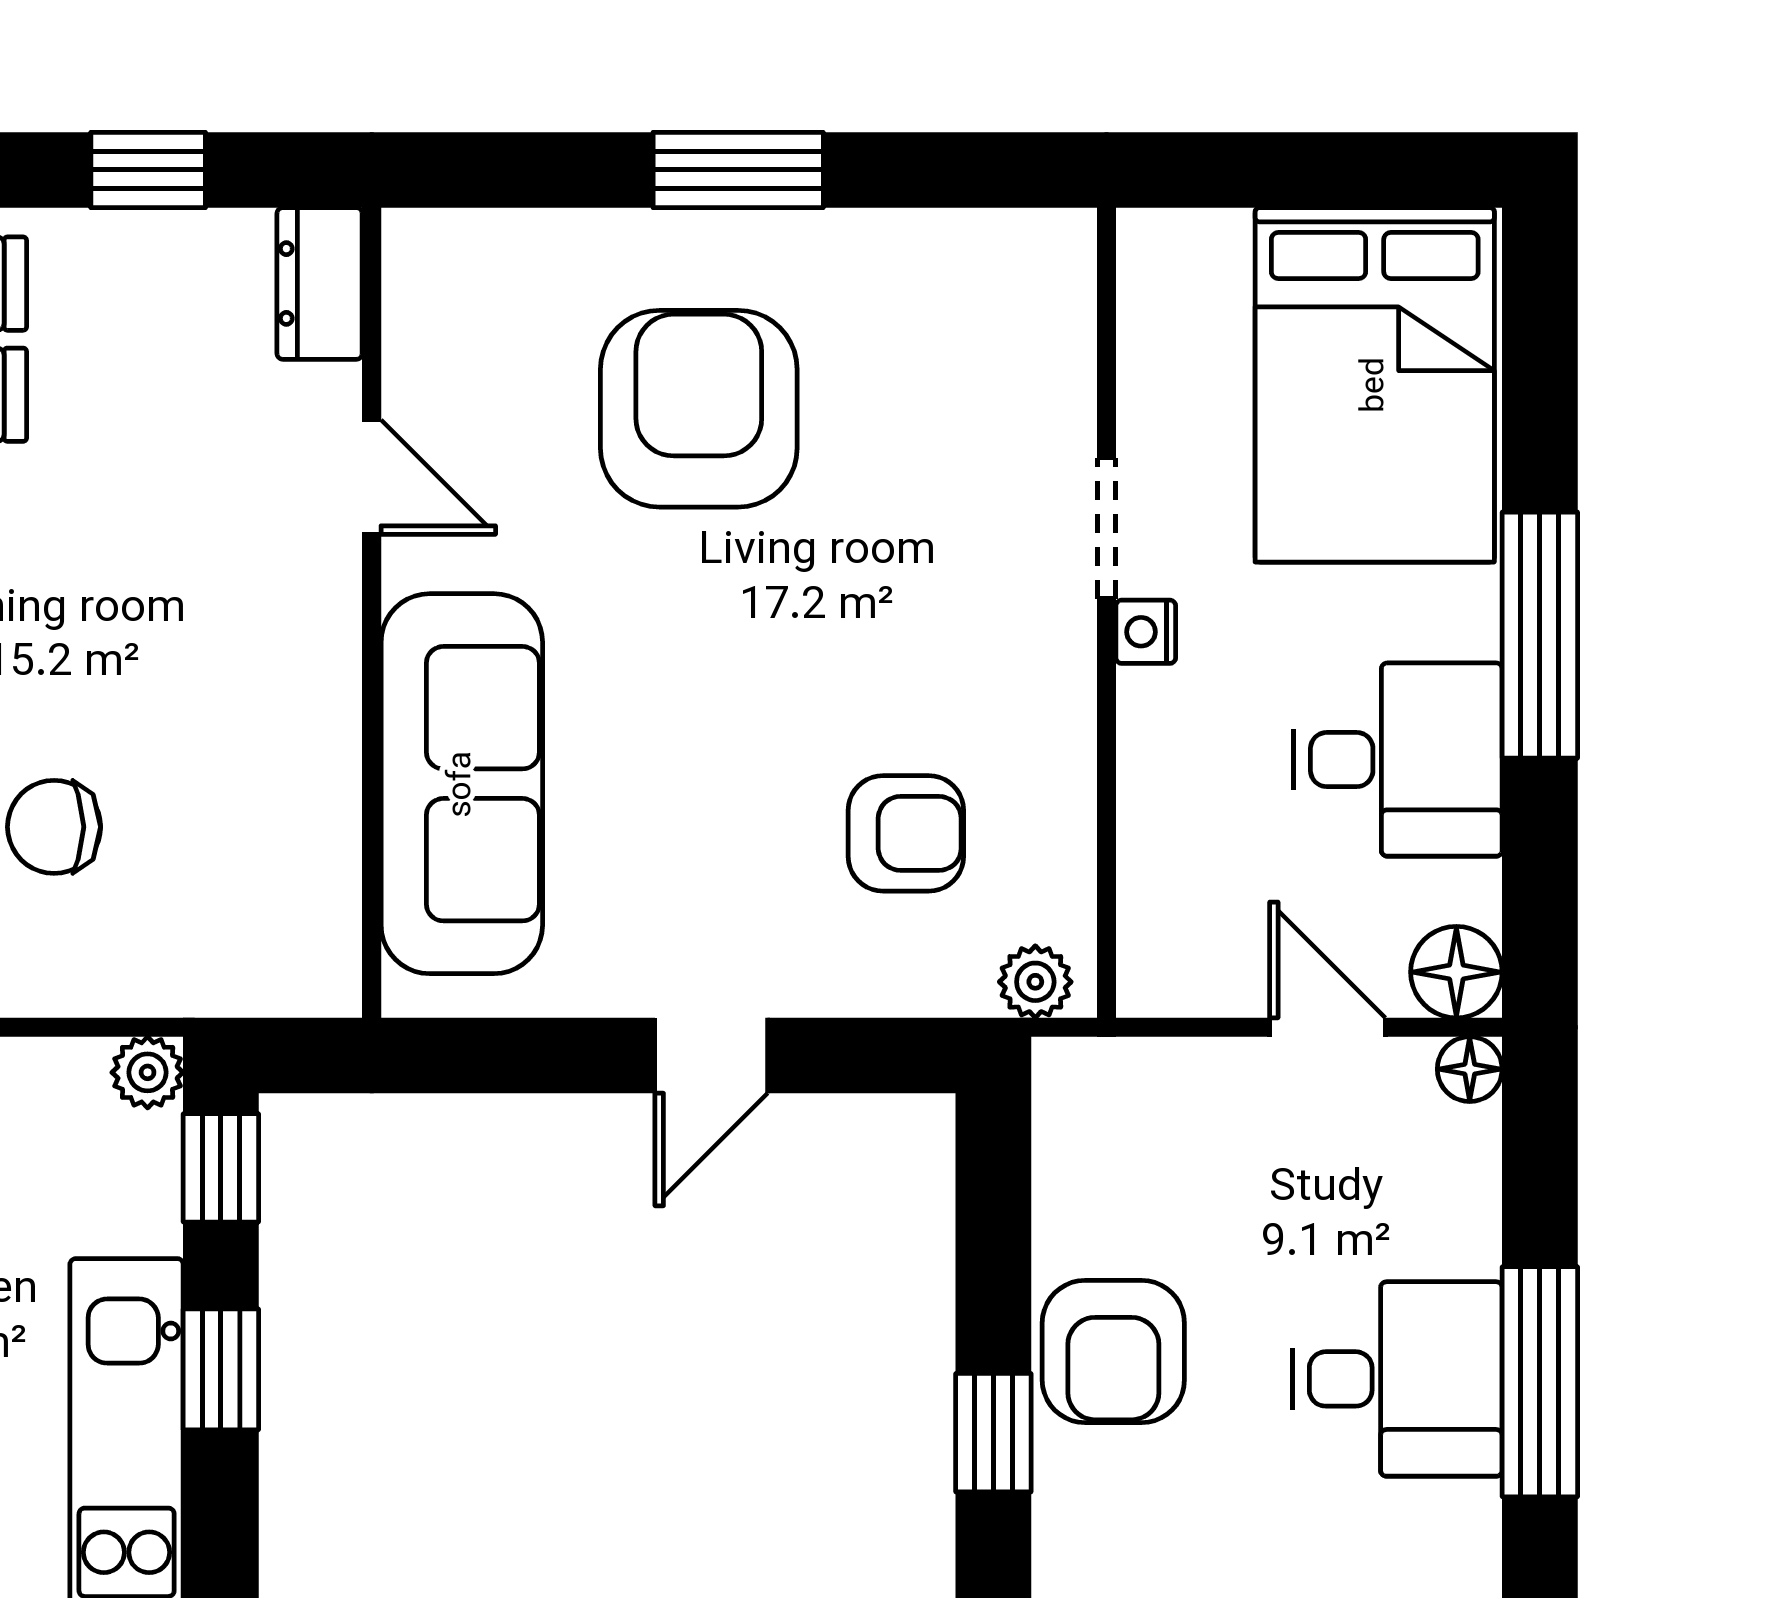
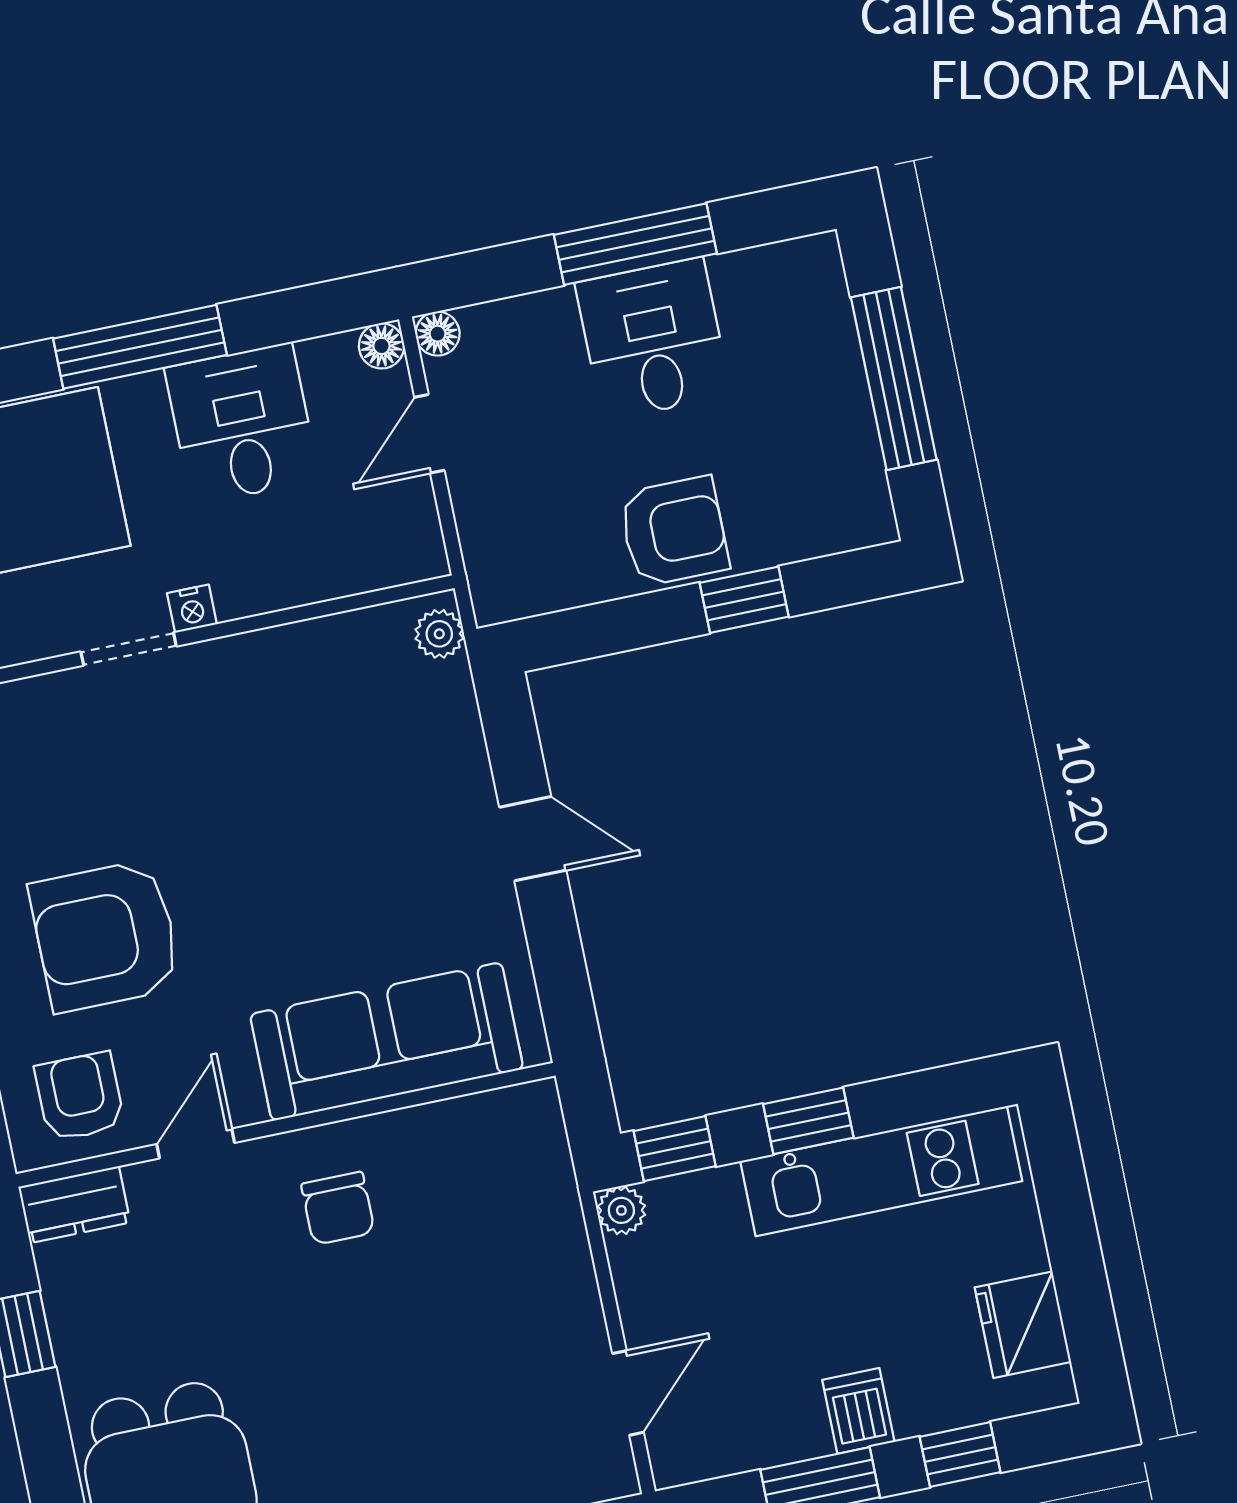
chair: (54, 827) -> (338, 1208), moved
armchair: (906, 833) -> (80, 1097), moved
floor lamp: (1456, 972) -> (382, 346), width x0.73, depth x0.73

